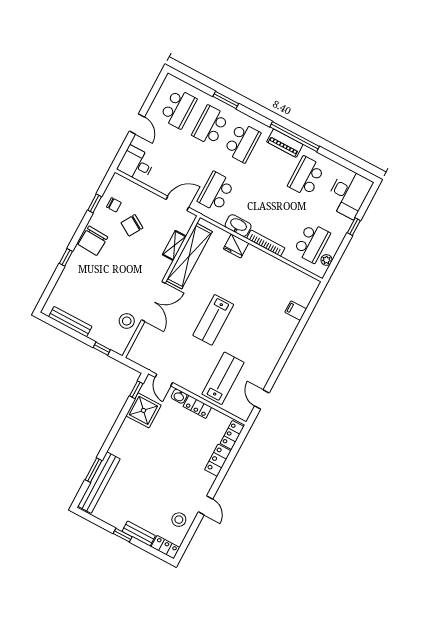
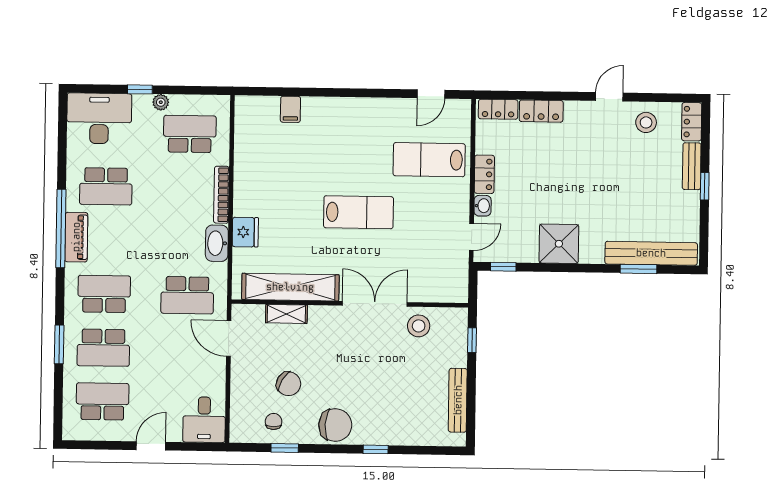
plant: (327, 260) -> (161, 102), moved
shower: (143, 410) -> (559, 244), moved

